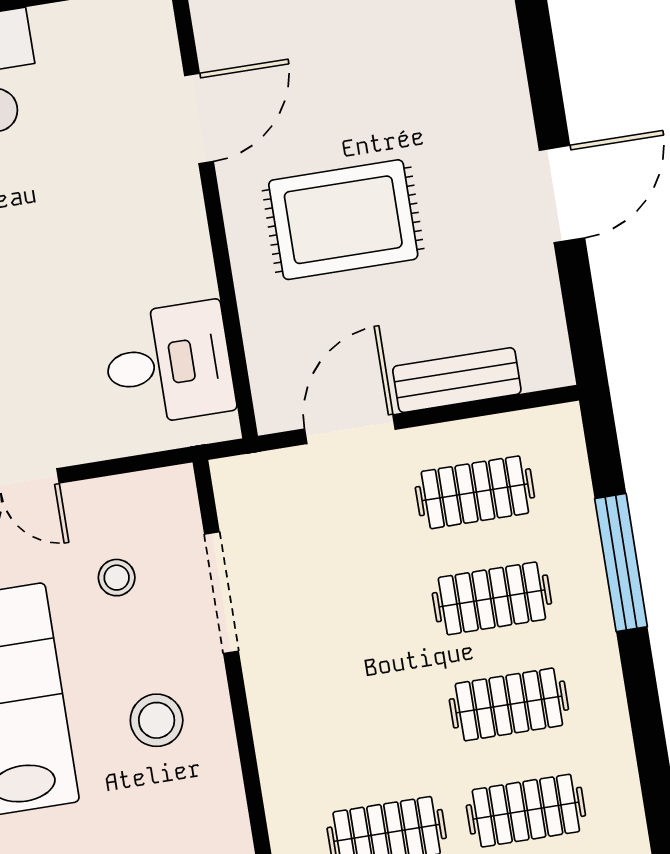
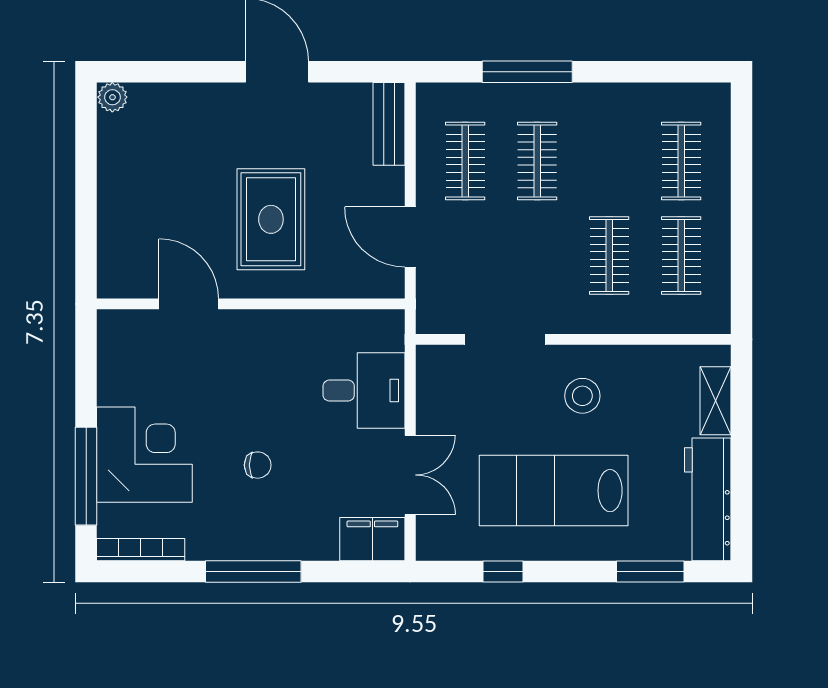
desk: (168, 364) -> (364, 391), moved, turned 90
bench: (457, 380) -> (389, 124), moved
stool: (117, 578) -> (484, 407), removed
clothes rail: (509, 704) -> (609, 255), moved

